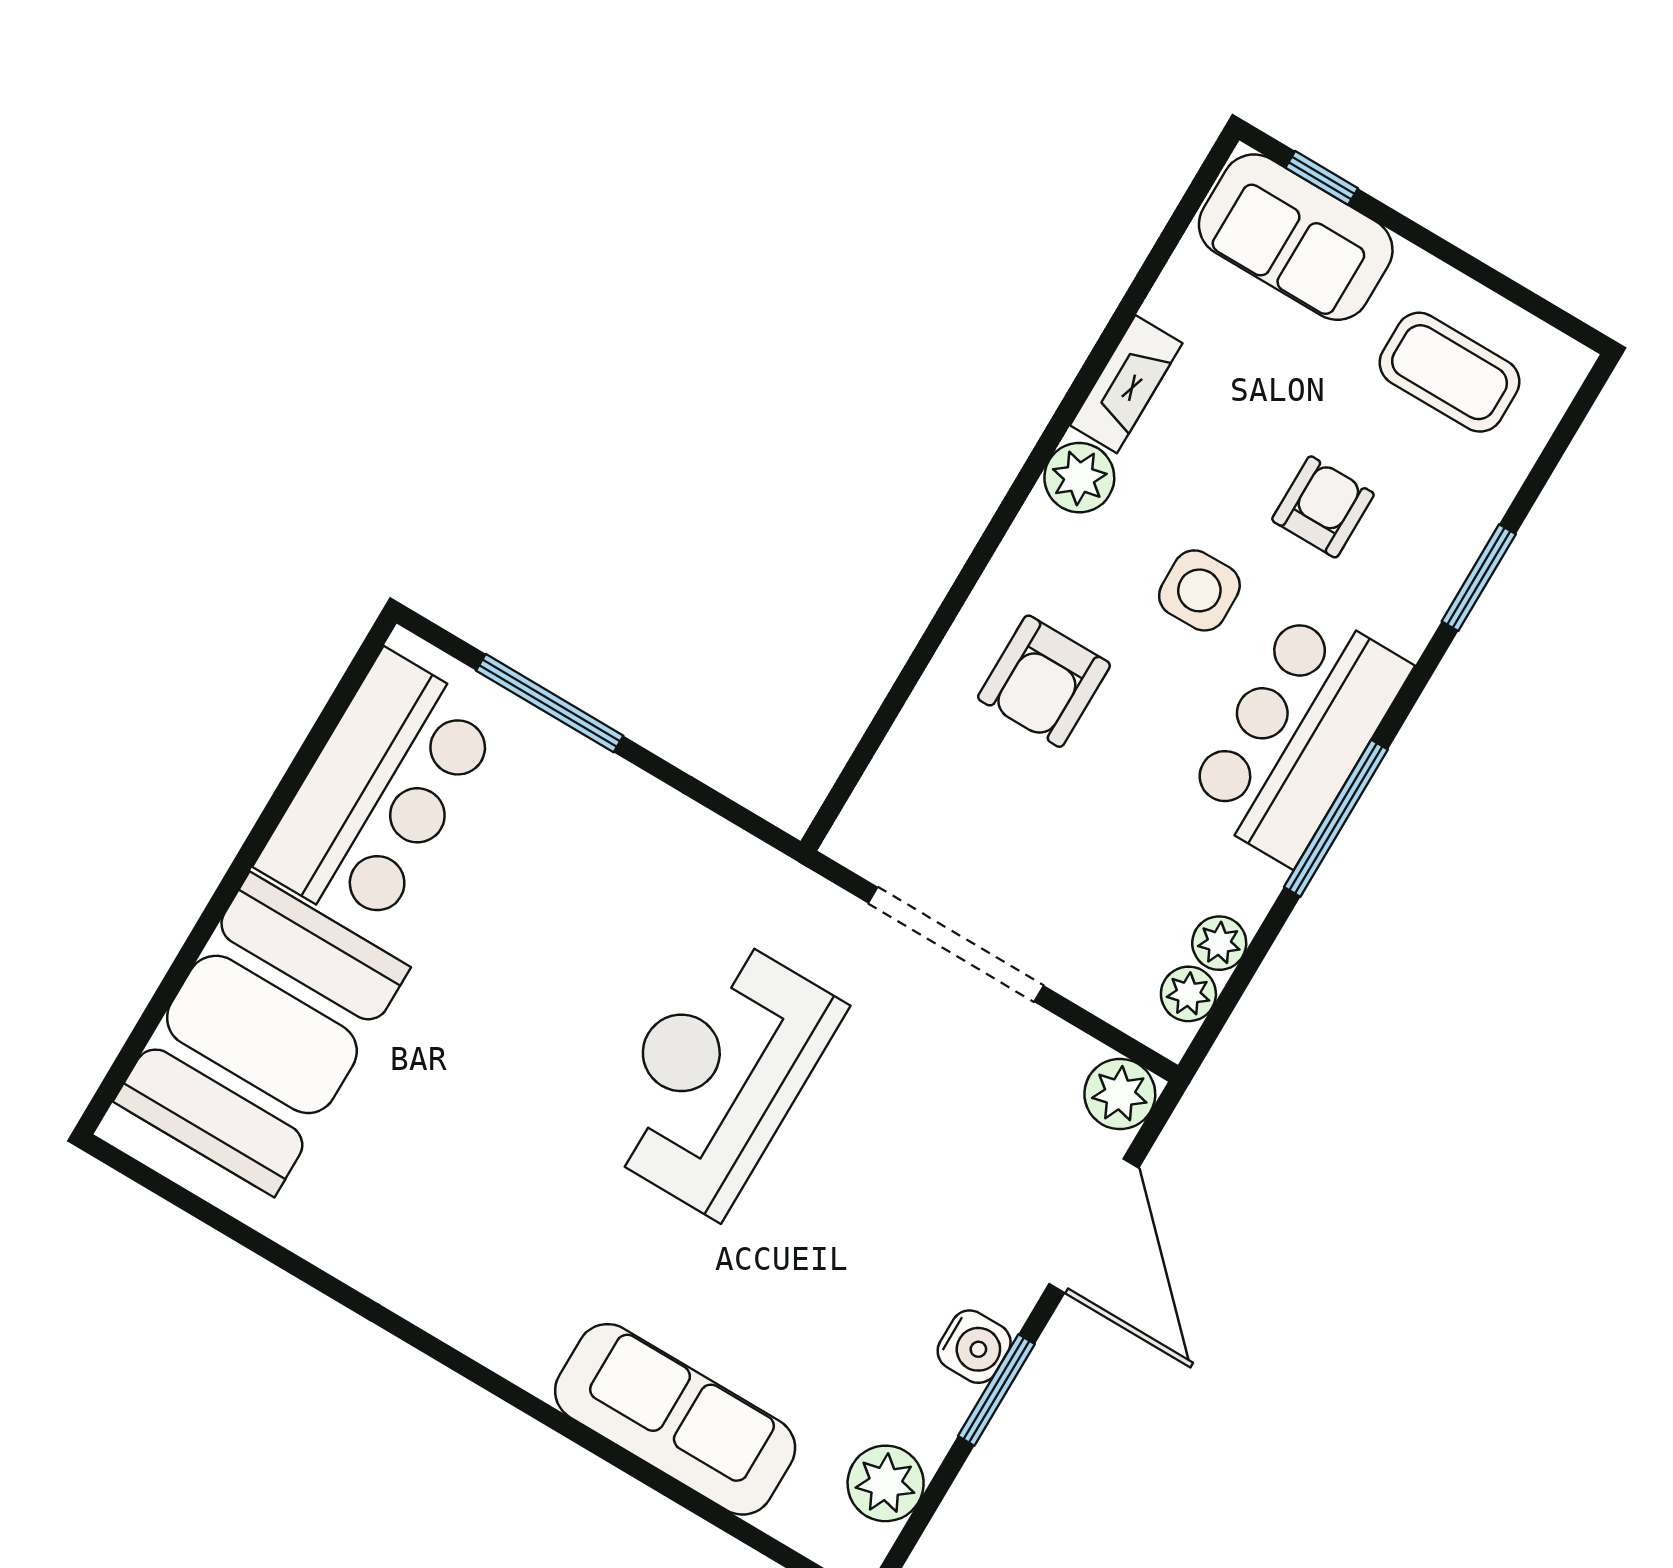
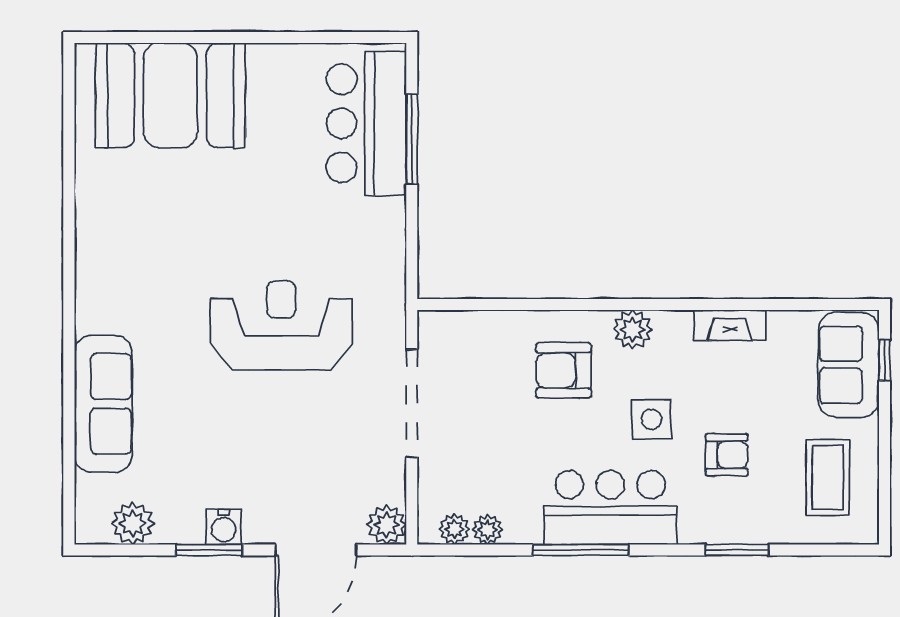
plant: (1079, 478) -> (633, 329), moved
bar counter: (379, 793) -> (366, 123), moved, turned 90

